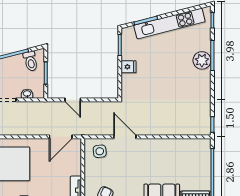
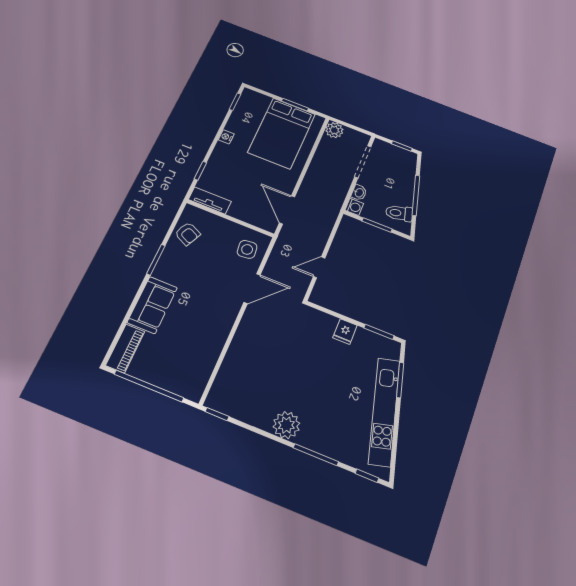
plant: (202, 60) -> (286, 425), moved
washing machine: (39, 93) -> (354, 207), added
door: (73, 100) -> (319, 267), moved

